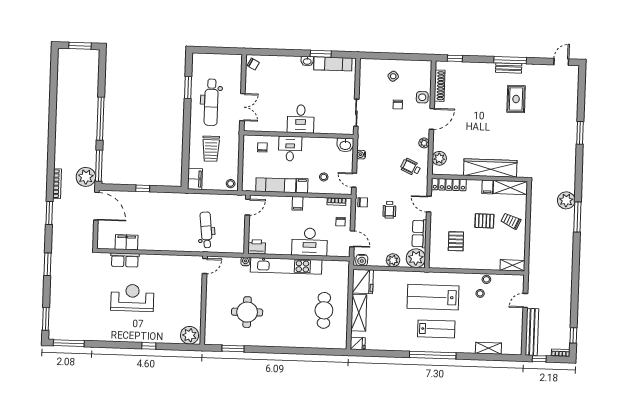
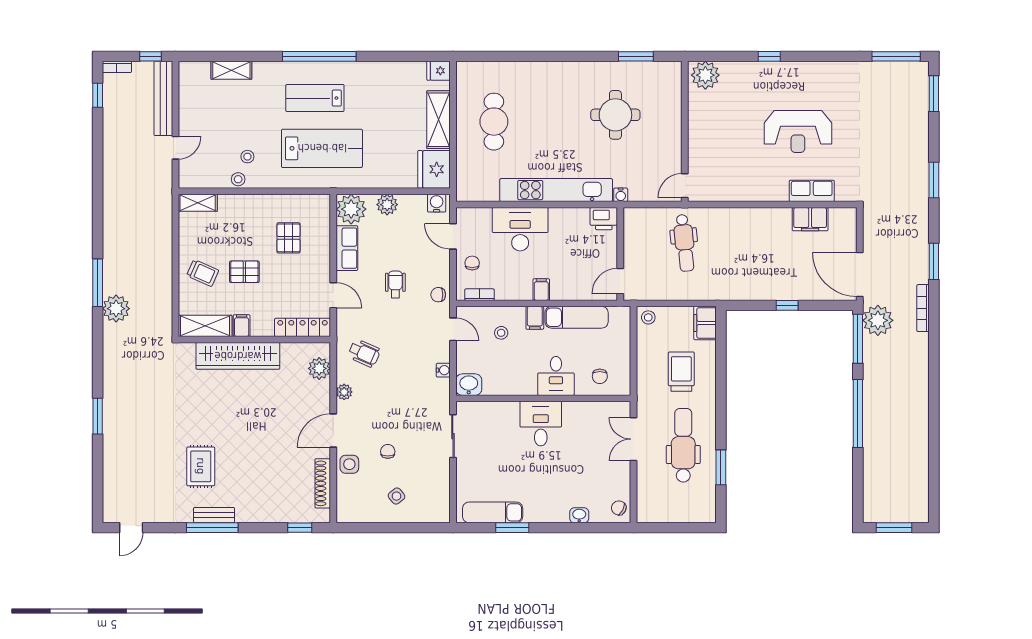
washbasin: (307, 61) -> (579, 515), moved

